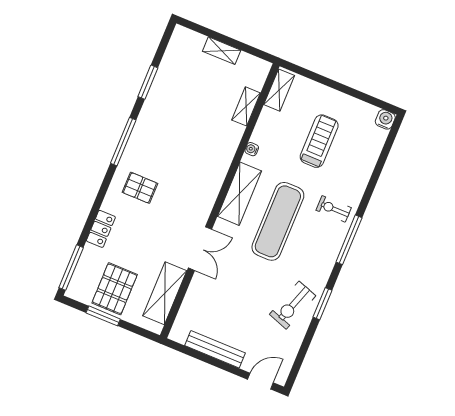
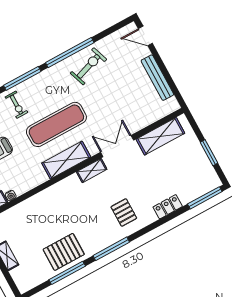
window: (148, 82) -> (67, 273), width x1.44
shelving: (246, 106) -> (92, 171), moved
water cooler: (252, 149) -> (11, 196), moved
pallet: (115, 289) -> (64, 252), moved
window: (322, 304) -> (70, 53), width x2.11
exercise bike: (293, 305) -> (89, 66), turned -38

